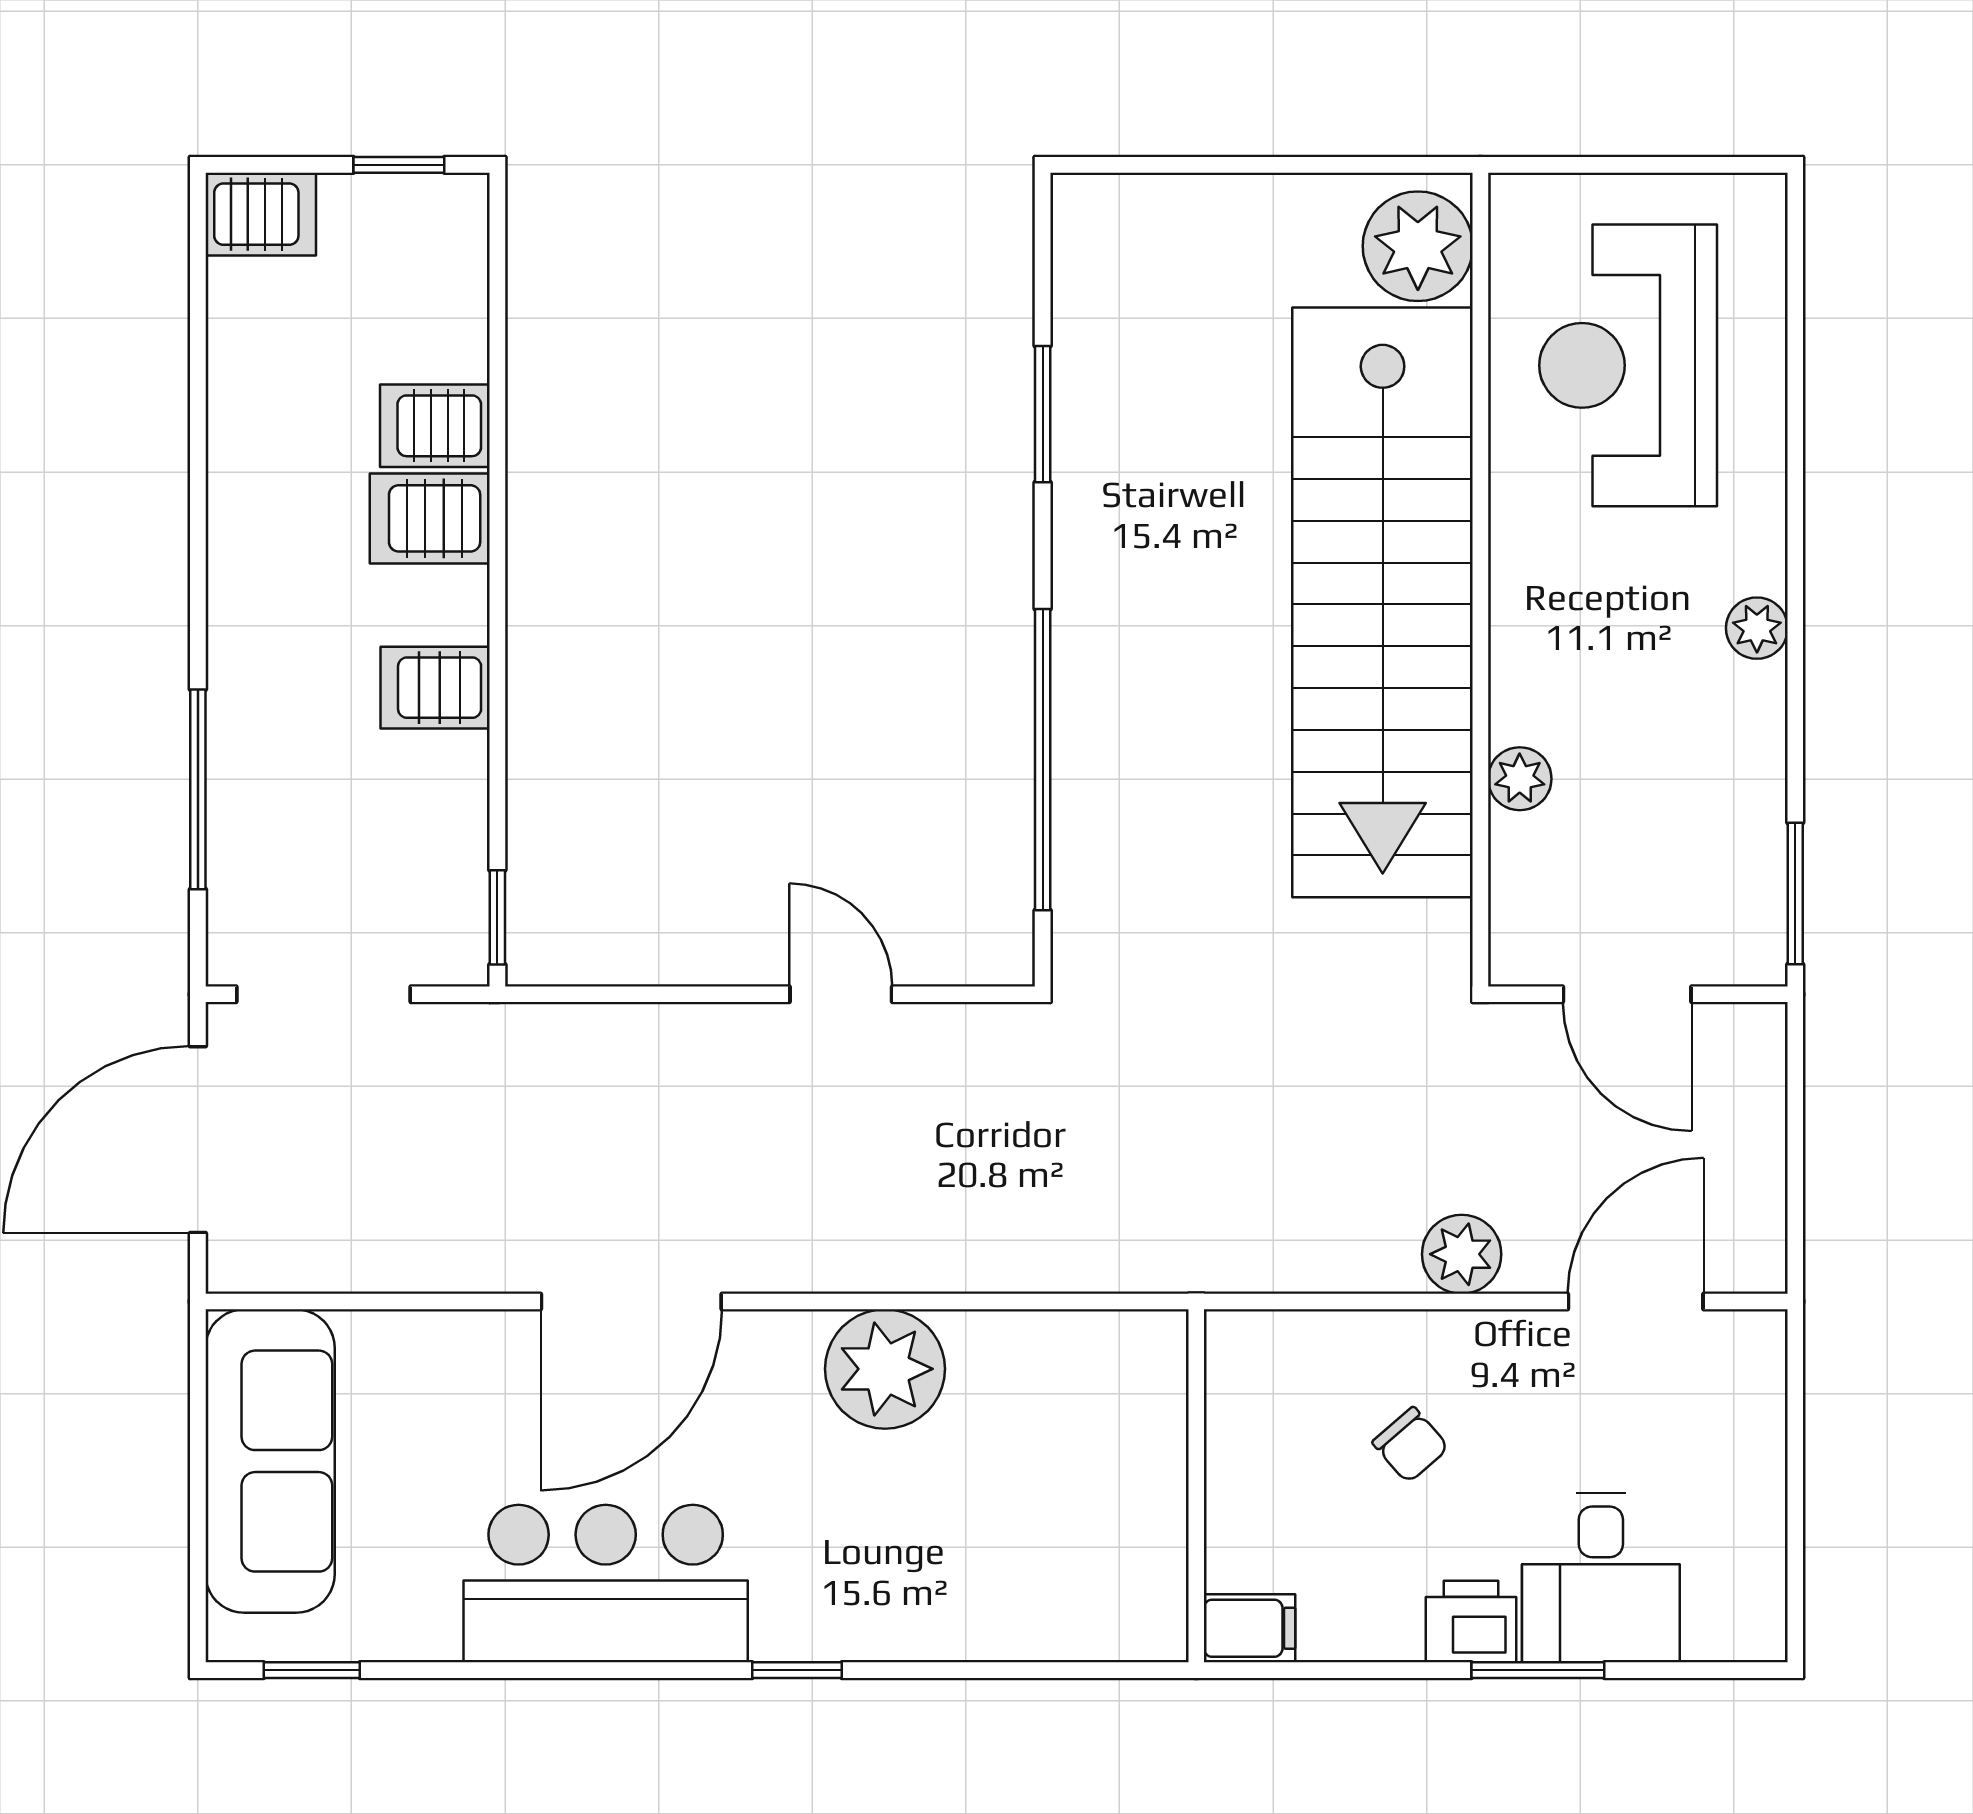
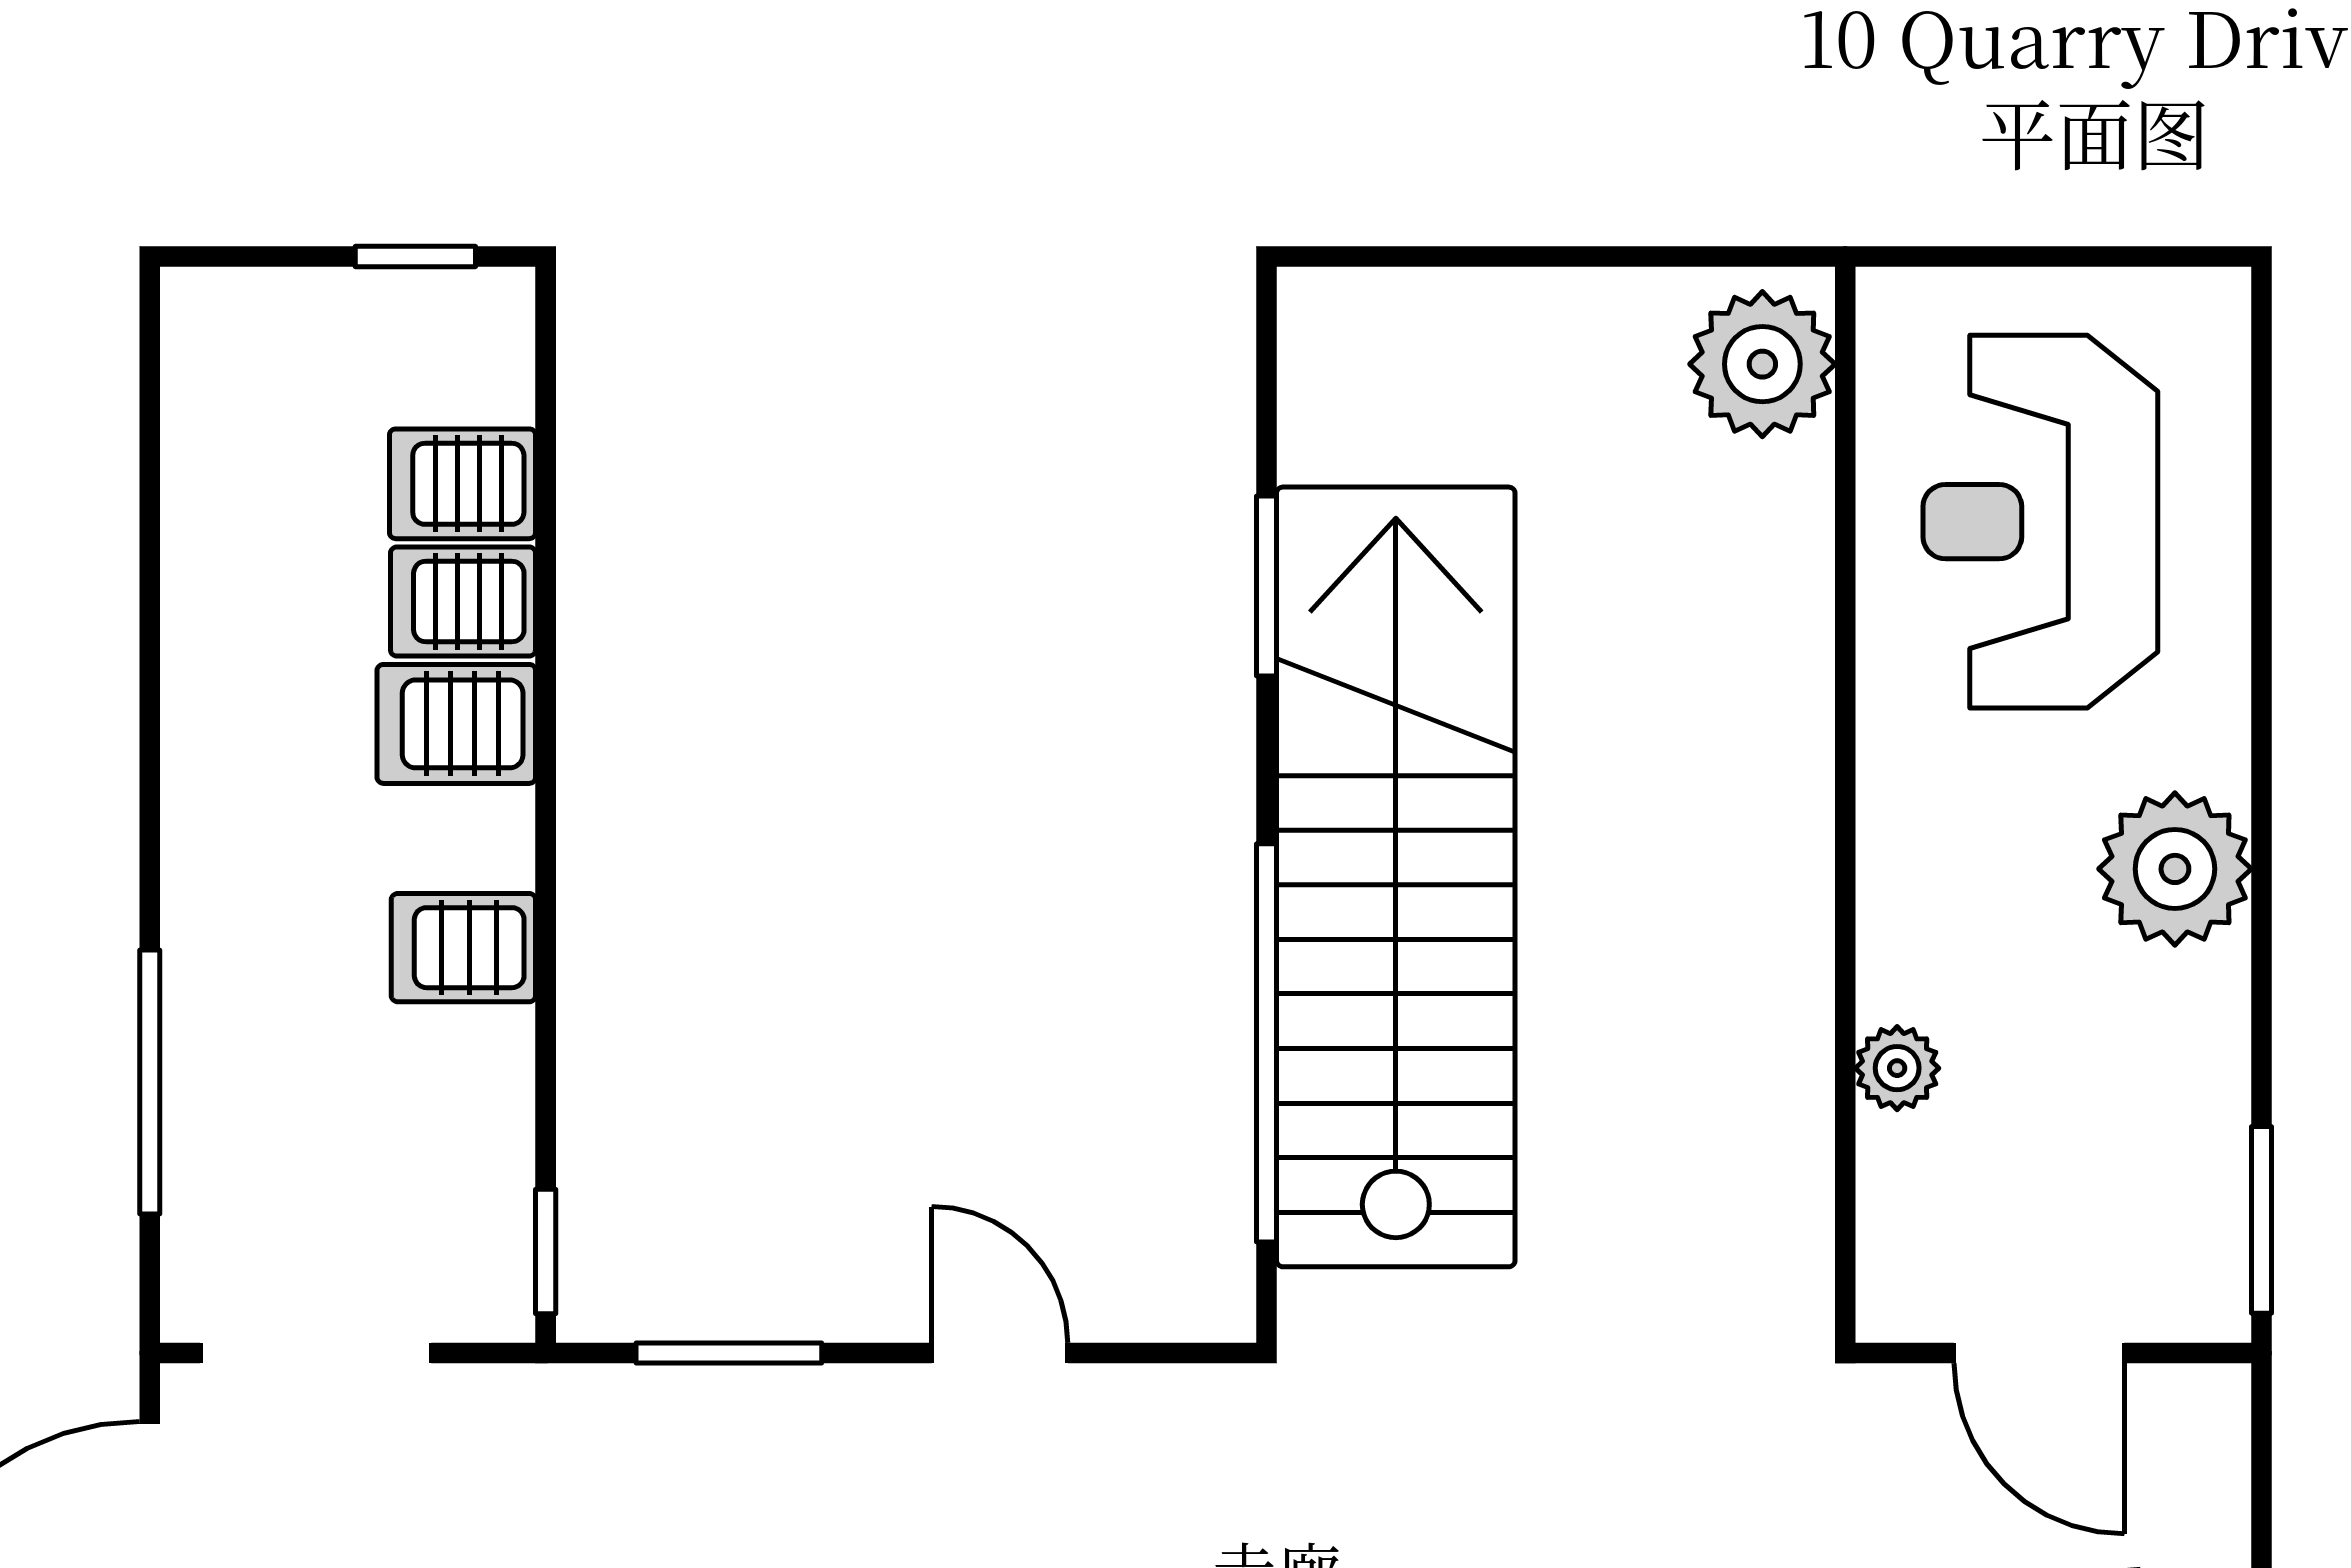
server rack: (261, 214) -> (463, 484), moved, turned 180
stairs: (1383, 602) -> (1396, 877), moved, turned 180
plant: (1757, 628) -> (2175, 869), width x1.87, depth x1.87
window: (636, 994) -> (729, 1353), added

